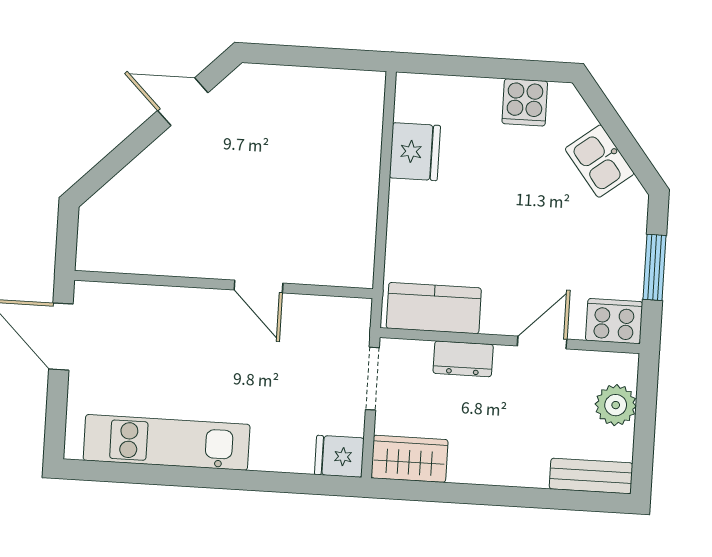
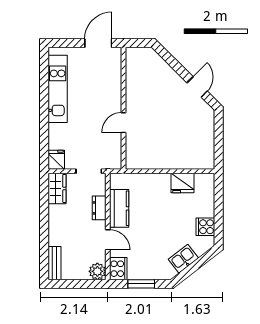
kitchen counter: (434, 308) -> (119, 208), moved
plant: (616, 405) -> (97, 271), moved

